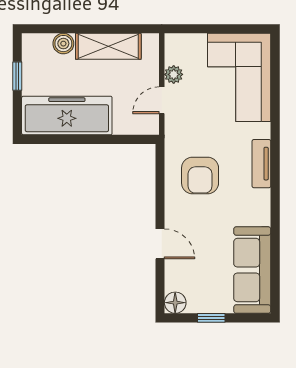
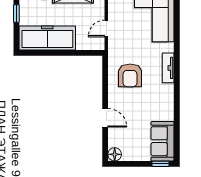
plant: (174, 74) -> (114, 13), removed
sofa: (252, 270) -> (163, 141), width x0.73
window: (211, 318) -> (160, 164), moved

